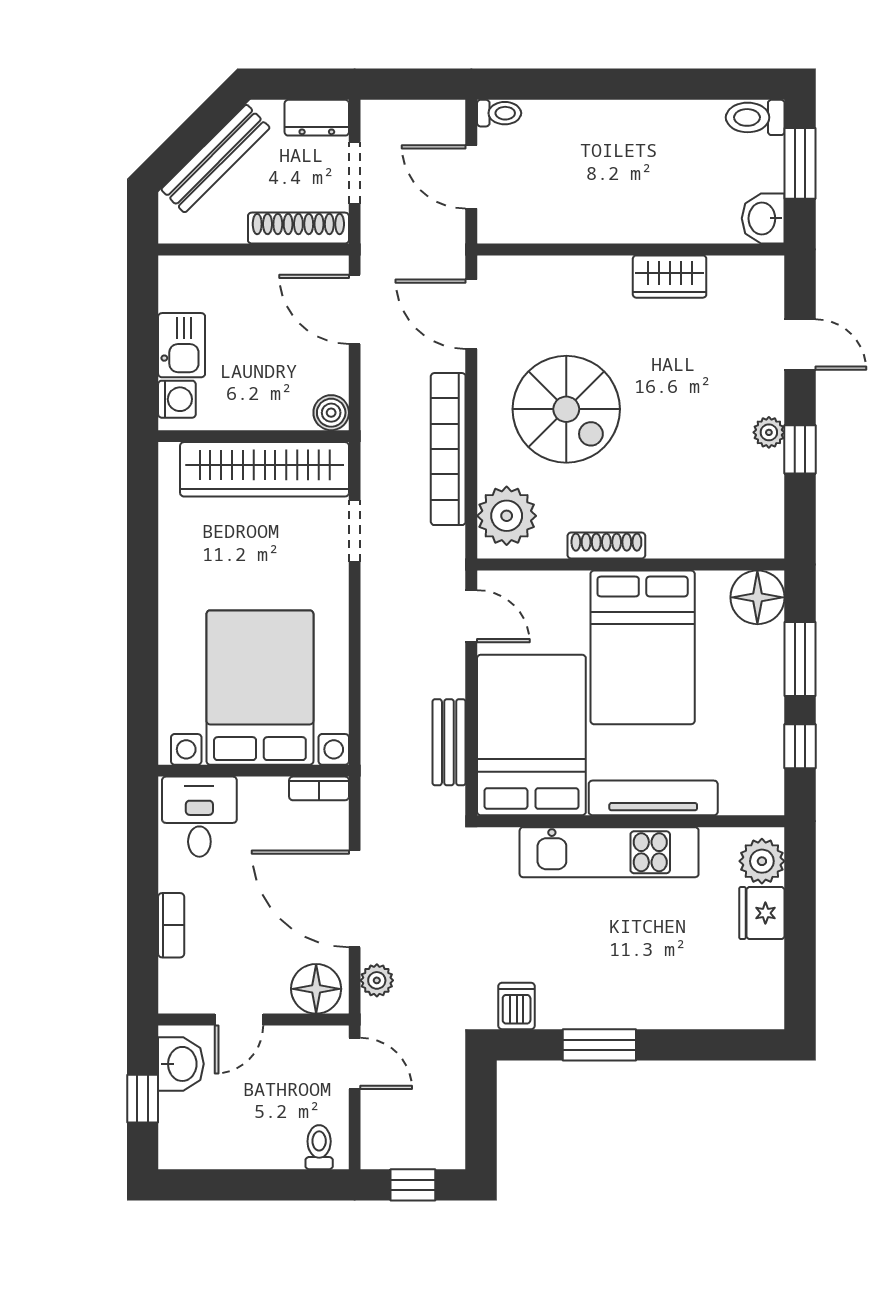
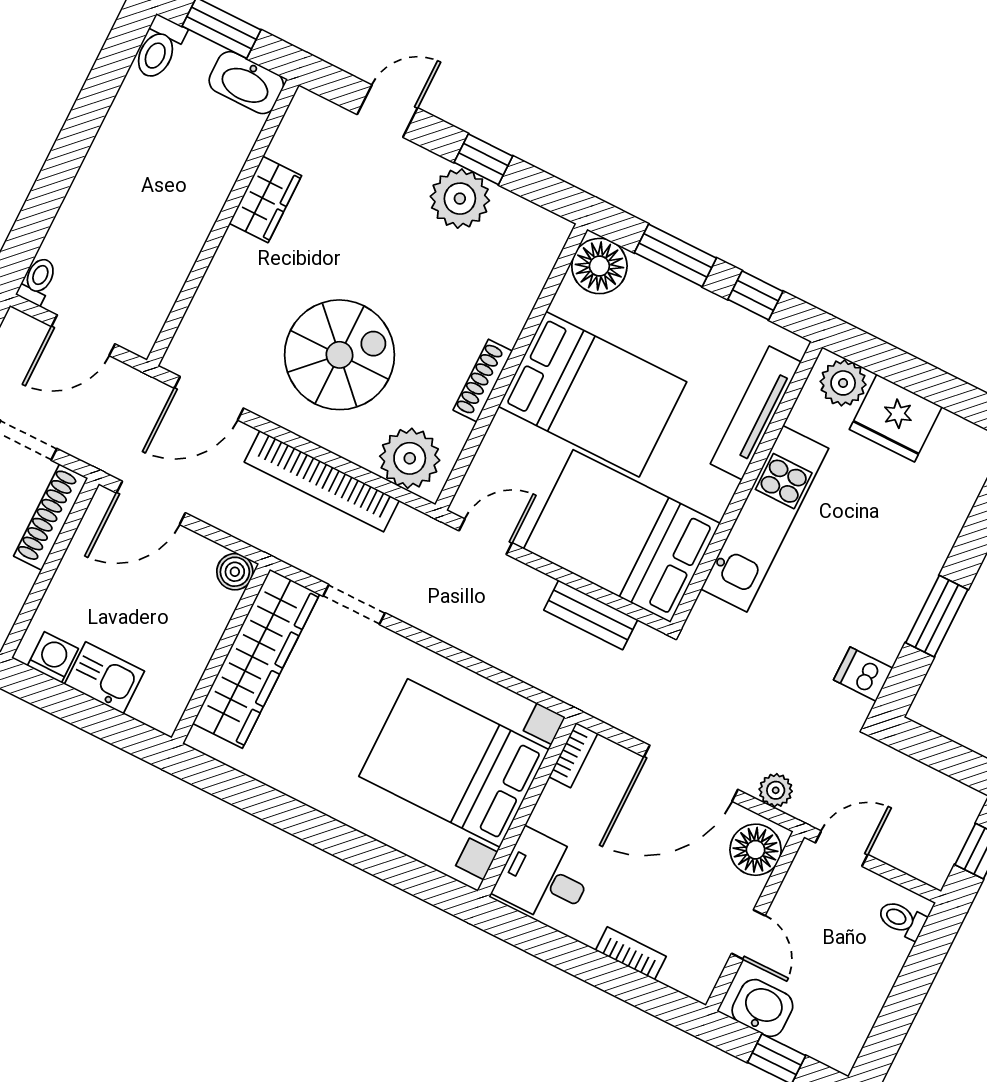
washbasin: (763, 218) -> (246, 83), width x1.38
washing machine: (177, 399) -> (53, 657), moved
plant: (769, 432) -> (460, 199), width x1.88, depth x1.88
tv unit: (653, 798) -> (756, 413), moved
fridge: (762, 913) -> (896, 418), width x1.36, depth x1.34

